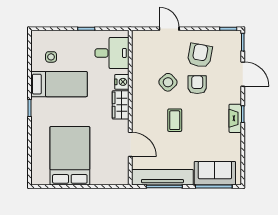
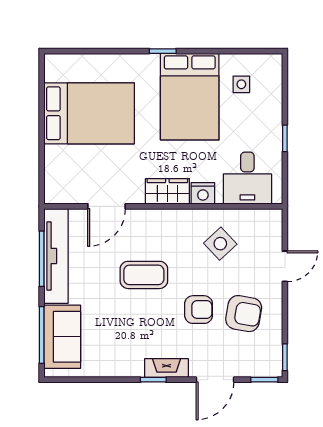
side table: (168, 82) -> (220, 244), moved
bed: (59, 84) -> (190, 97), width x1.50
fireplace: (235, 118) -> (167, 368), moved
coffee table: (175, 120) -> (144, 275), width x1.36, depth x1.30

